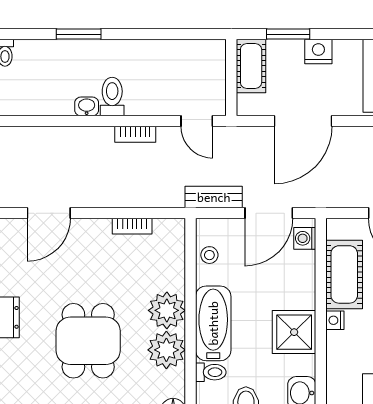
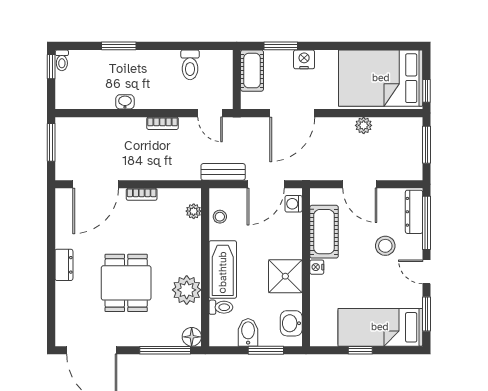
toilet: (112, 97) -> (190, 65), moved, turned 180
door: (49, 213) -> (96, 184), width x1.36
bookcase: (132, 226) -> (142, 194), moved
plant: (167, 310) -> (194, 211), moved, width x0.53, depth x0.53

